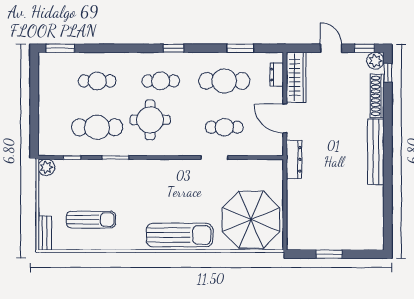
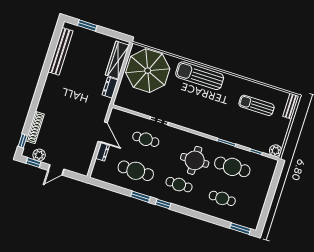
window: (240, 48) -> (140, 197), moved
door: (331, 48) -> (56, 170), hinge flipped
plant: (375, 61) -> (39, 155), moved
dresser: (277, 75) -> (102, 152), moved
wardrobe: (296, 77) -> (117, 60), moved
bench: (376, 152) -> (60, 51), moved
dresser: (294, 159) -> (110, 88), moved, width x0.70
window: (329, 254) -> (87, 25), moved

